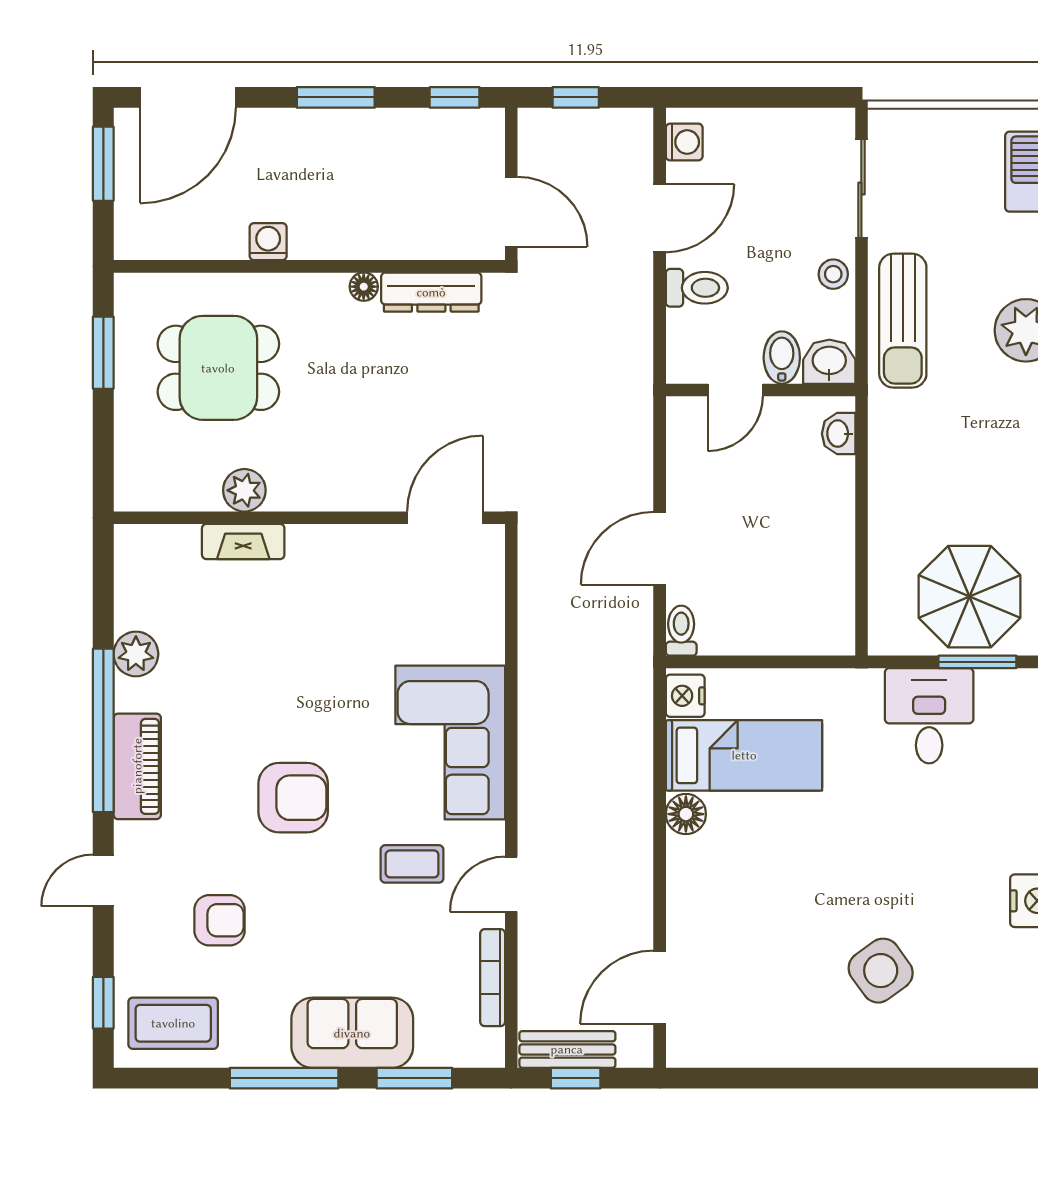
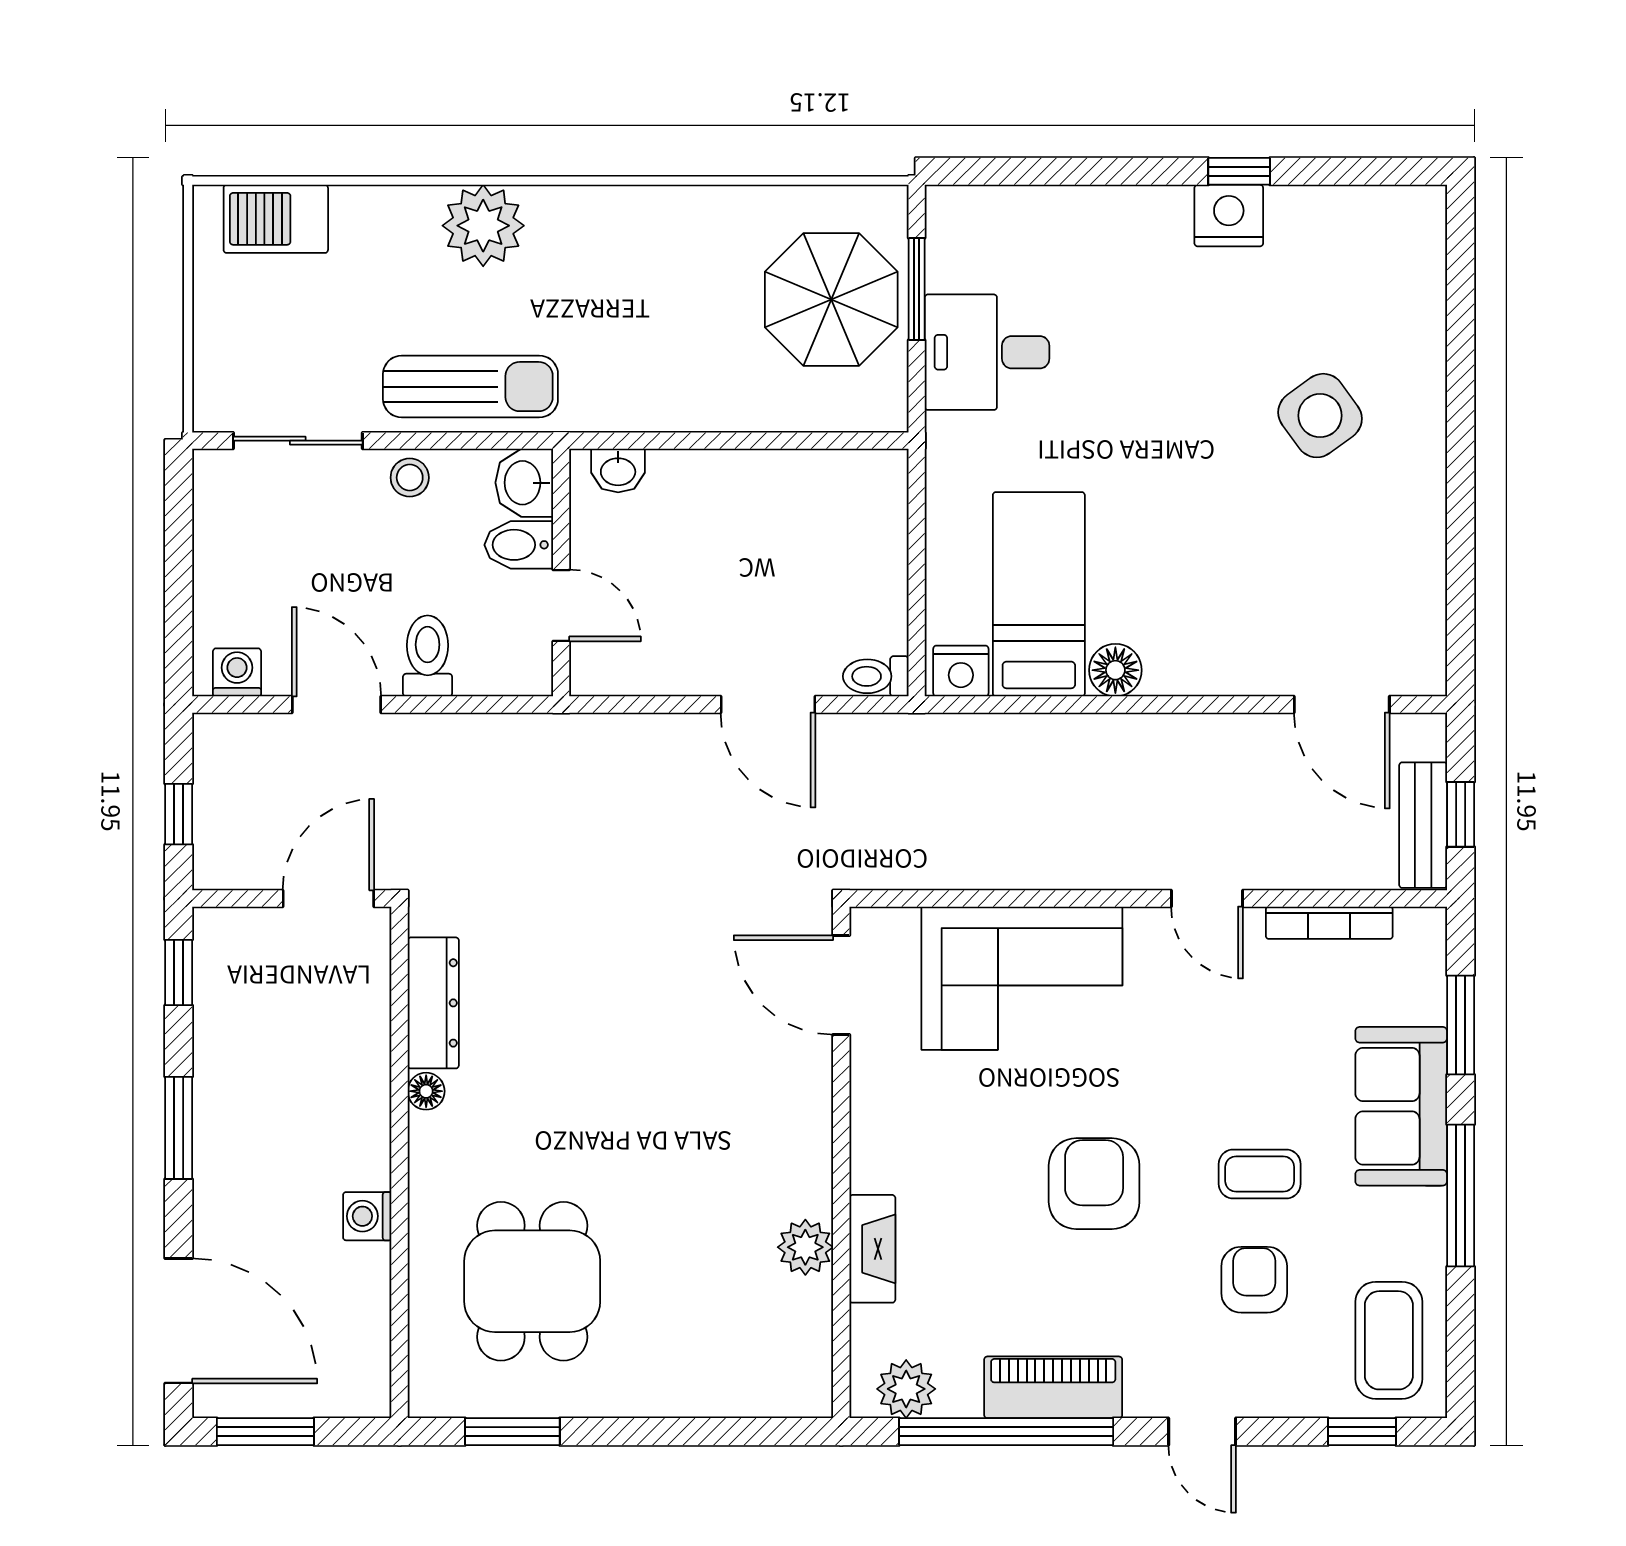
plant: (244, 490) -> (805, 1247), moved
wall: (309, 518) -> (841, 1162), moved
door: (445, 518) -> (841, 985), moved
fireplace: (243, 541) -> (872, 1249), moved
coffee table: (412, 864) -> (1260, 1174), moved, turned 90

